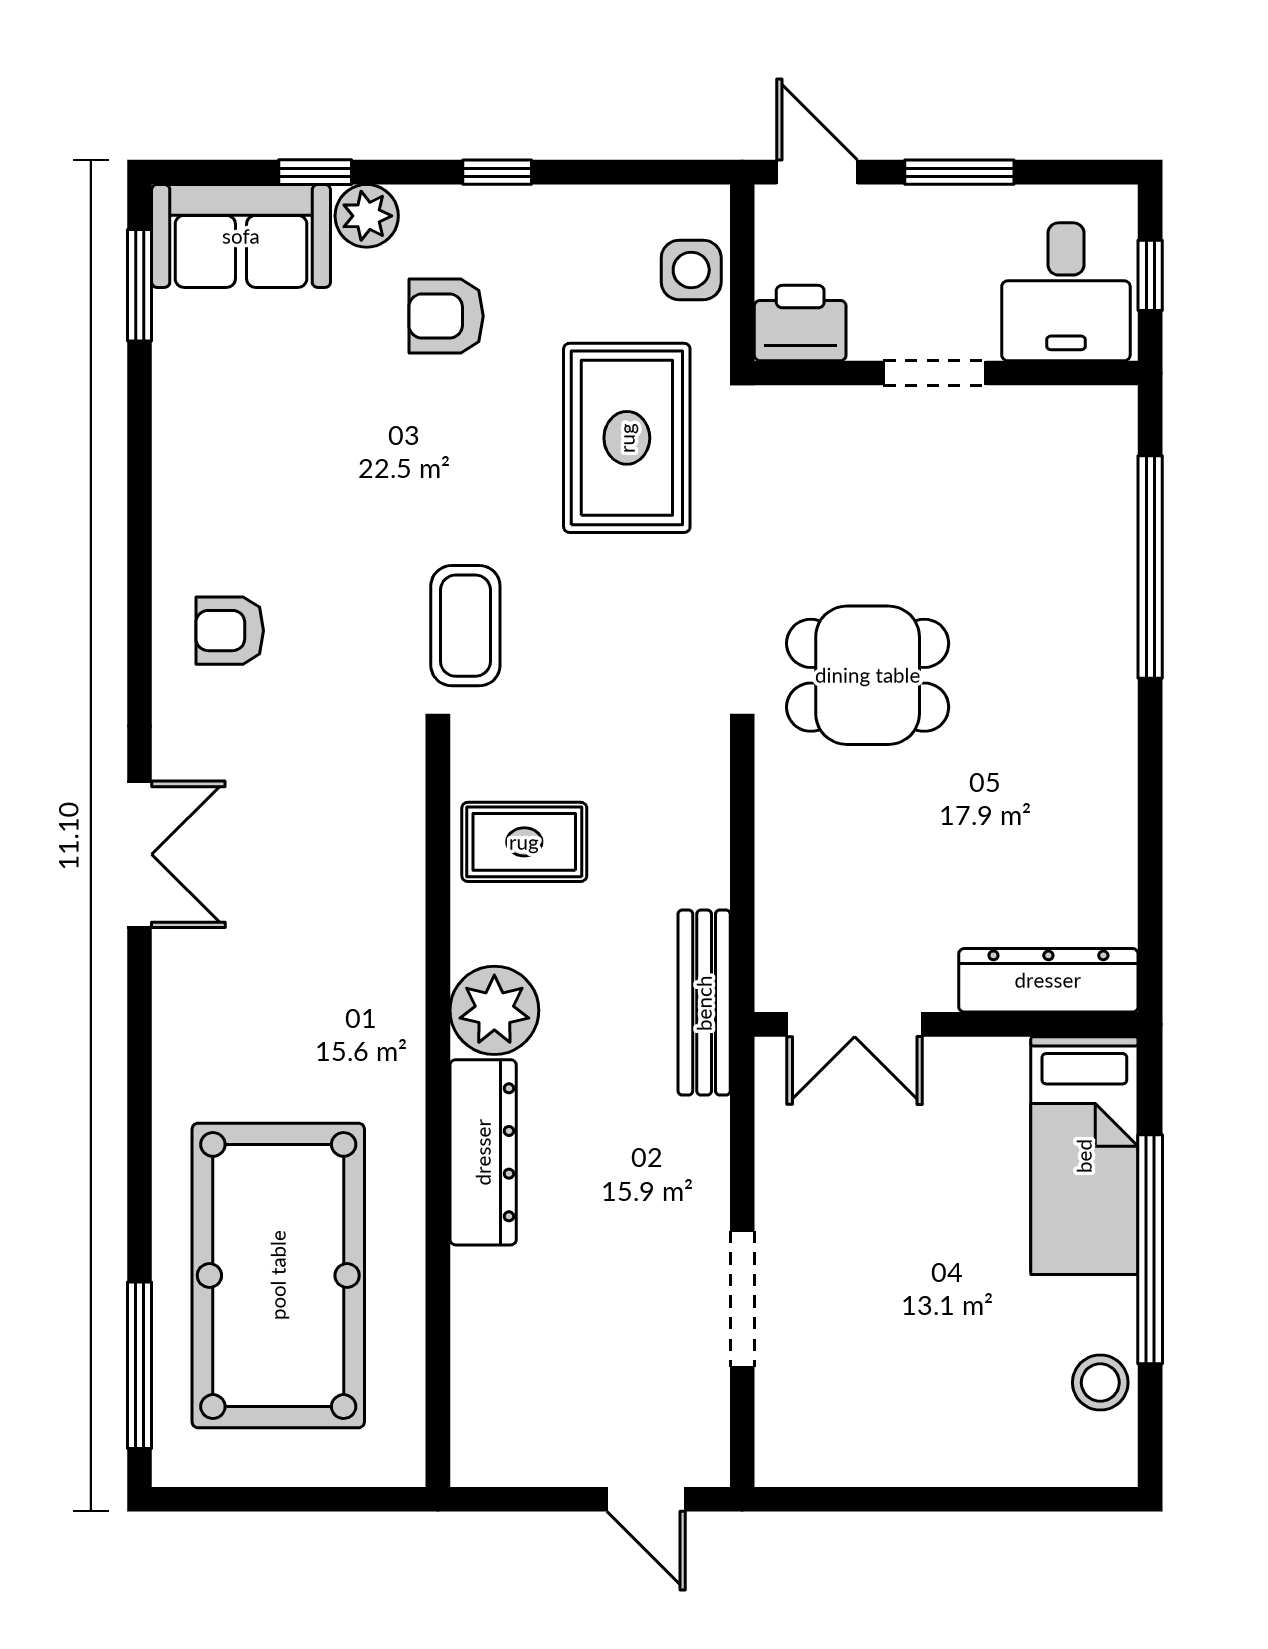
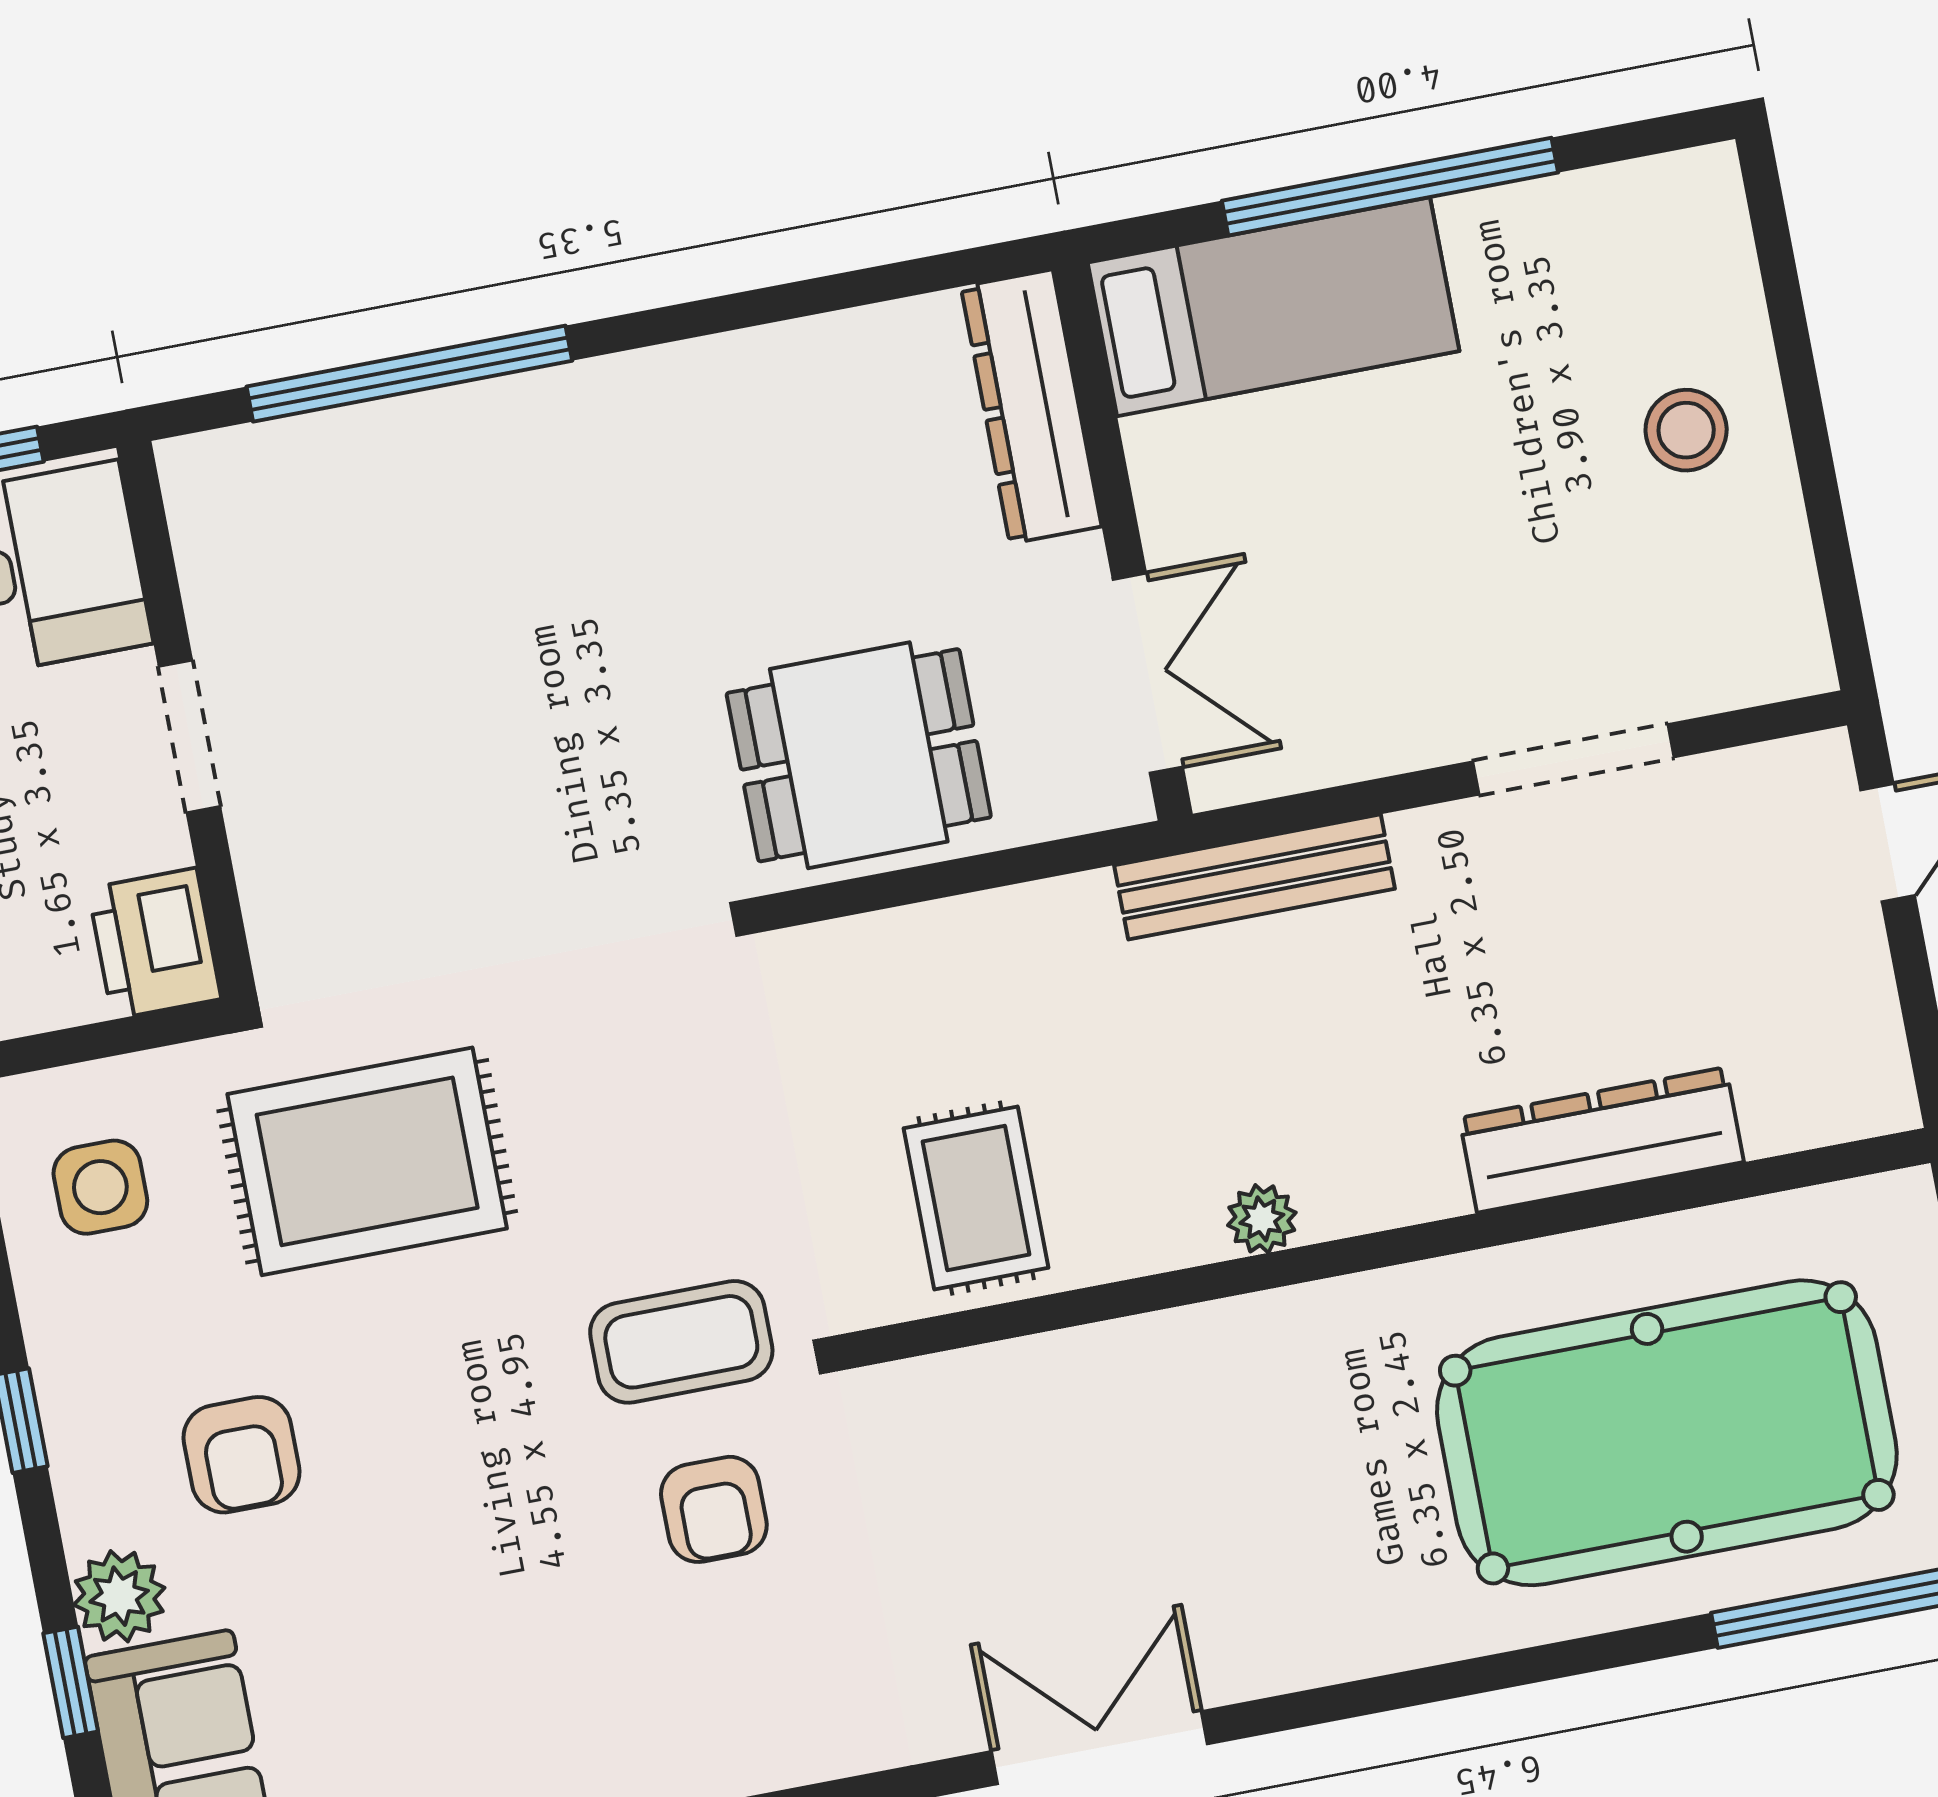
side table: (691, 270) -> (100, 1187), moved
armchair: (230, 631) -> (714, 1509), moved
dining table: (868, 675) -> (859, 755), moved, turned 90
bench: (704, 1003) -> (1254, 877), moved
plant: (494, 1010) -> (1262, 1219), width x0.53, depth x0.53
dresser: (483, 1152) -> (1602, 1140), moved
stool: (1100, 1383) -> (1686, 430), moved

